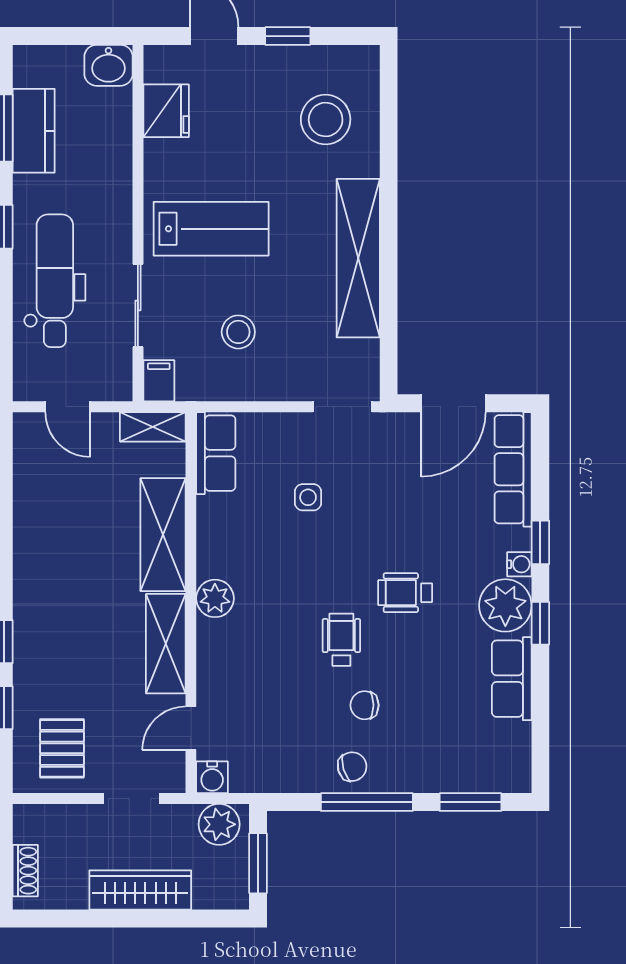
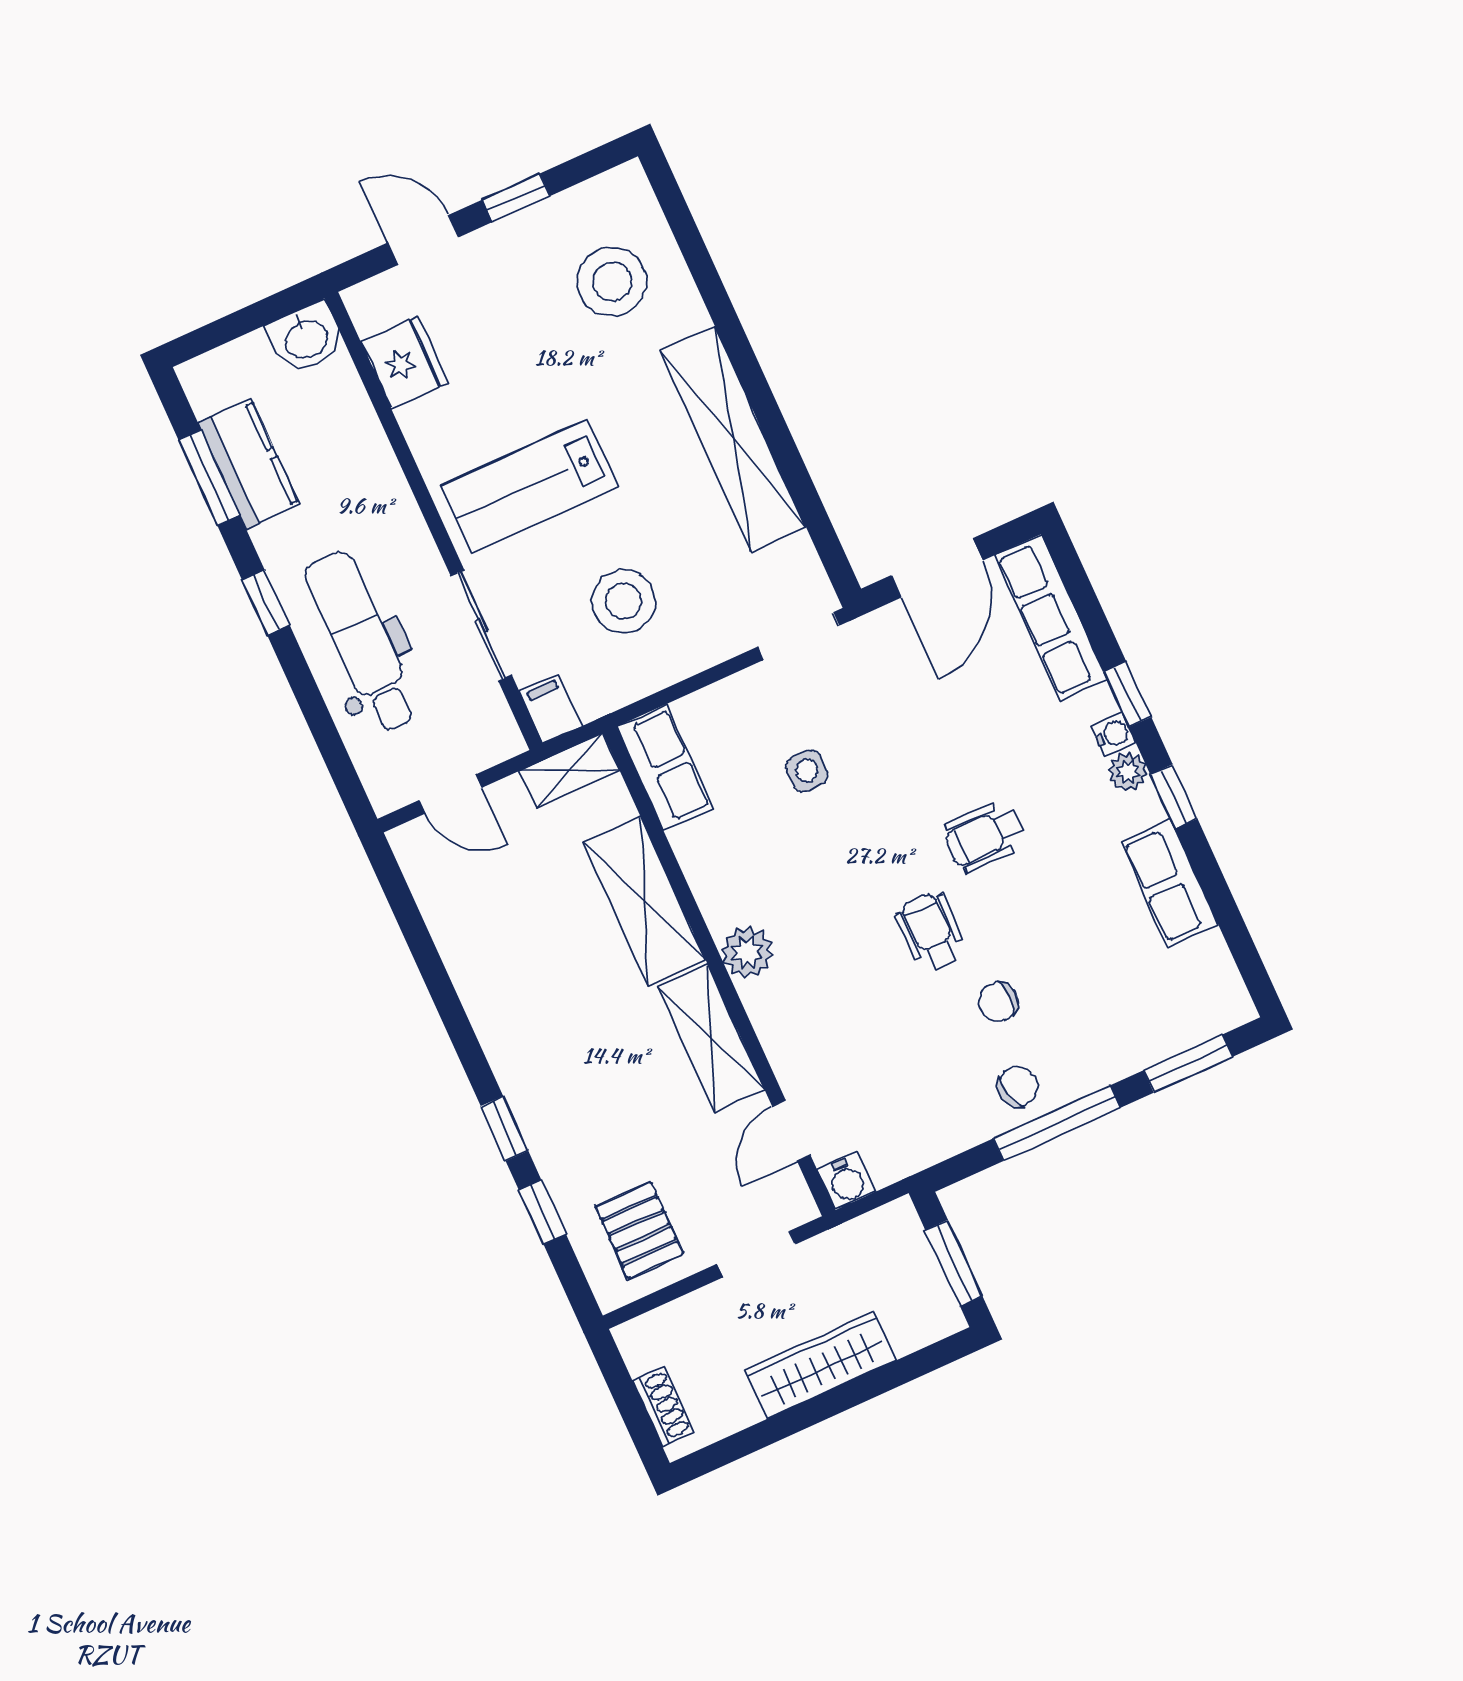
lab bench: (211, 229) -> (530, 486), turned 180
stool: (238, 332) -> (624, 601), width x1.38, depth x1.38
plant: (505, 605) -> (1128, 772), width x0.53, depth x0.53
plant: (219, 824) -> (882, 1236), removed

